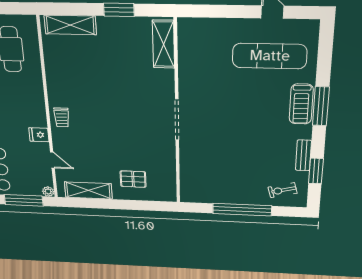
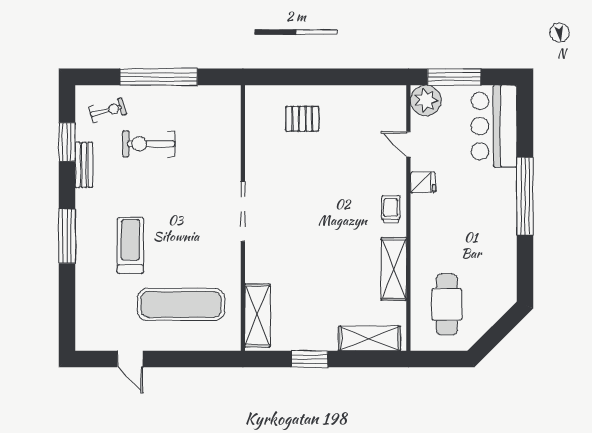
exercise mat: (270, 56) -> (181, 304), moved
treadmill: (301, 104) -> (130, 245), moved
exercise bike: (251, 167) -> (149, 144), added
shelving: (88, 190) -> (394, 269), moved, turned 90
plant: (48, 191) -> (426, 100), width x1.87, depth x1.87

